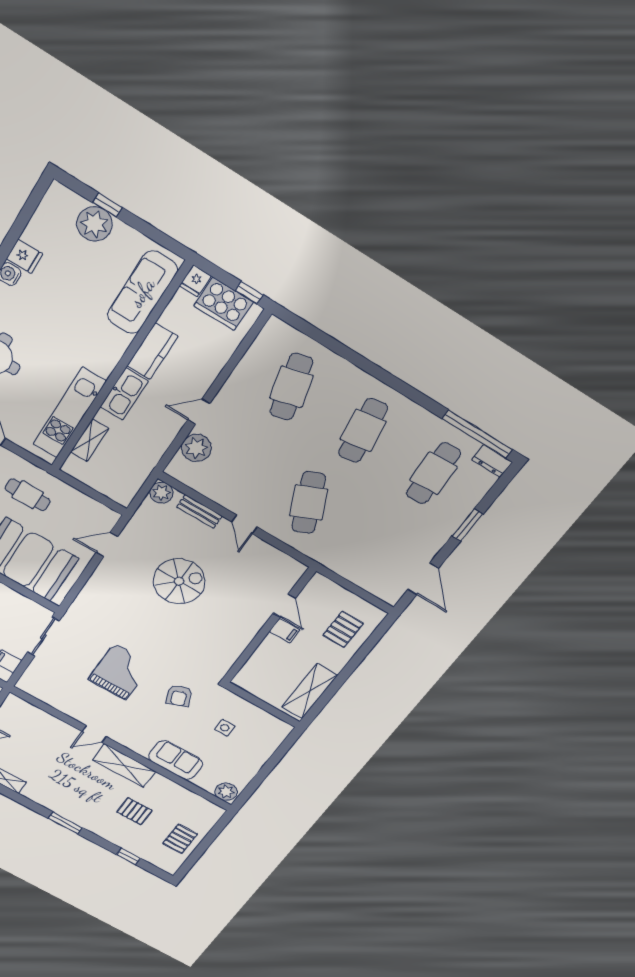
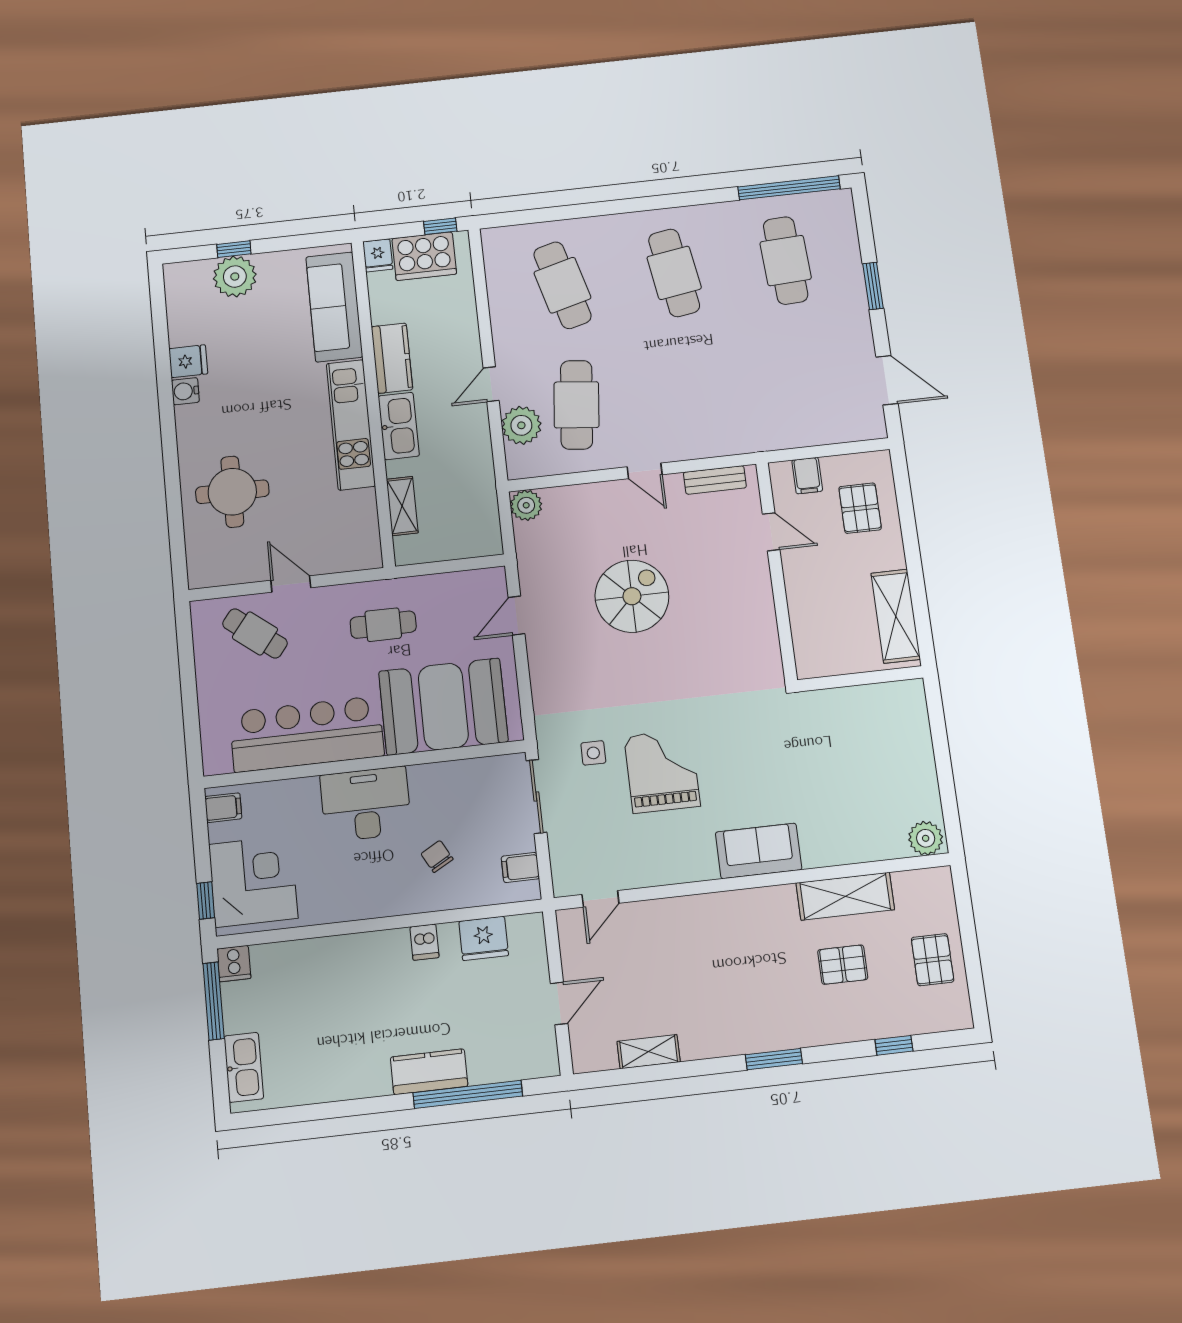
kitchen unit: (69, 413) -> (351, 425), moved
dresser: (492, 461) -> (830, 202), removed
cafe table: (309, 503) -> (577, 405), moved, turned 30
bench: (199, 512) -> (715, 480), moved
filing cabinet: (285, 631) -> (807, 476), moved, turned 90
armchair: (179, 696) -> (756, 747), removed
side table: (225, 728) -> (593, 753), moved
door: (94, 734) -> (600, 899), moved
sofa: (176, 760) -> (759, 851), moved
shelving: (124, 766) -> (845, 896), moved

